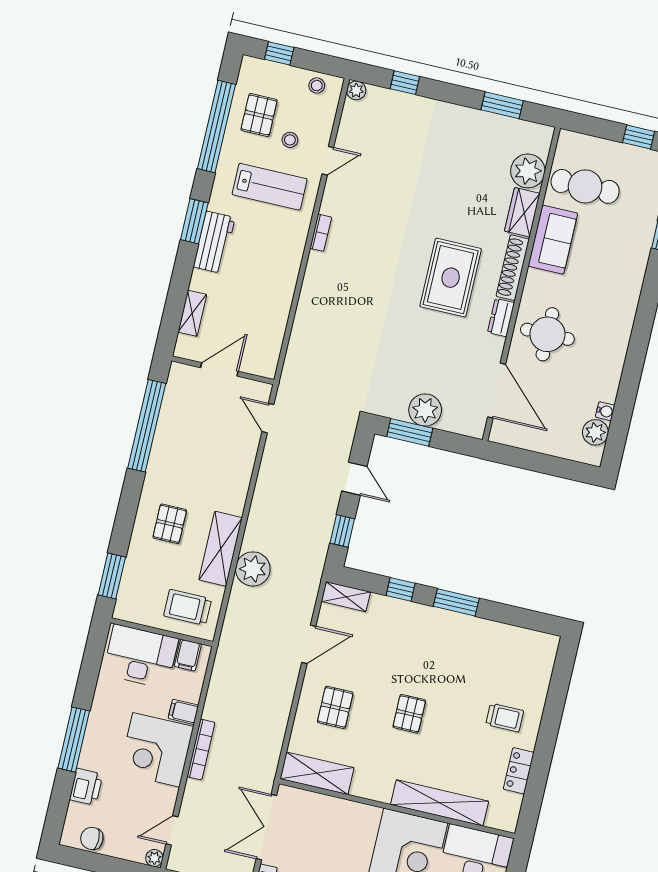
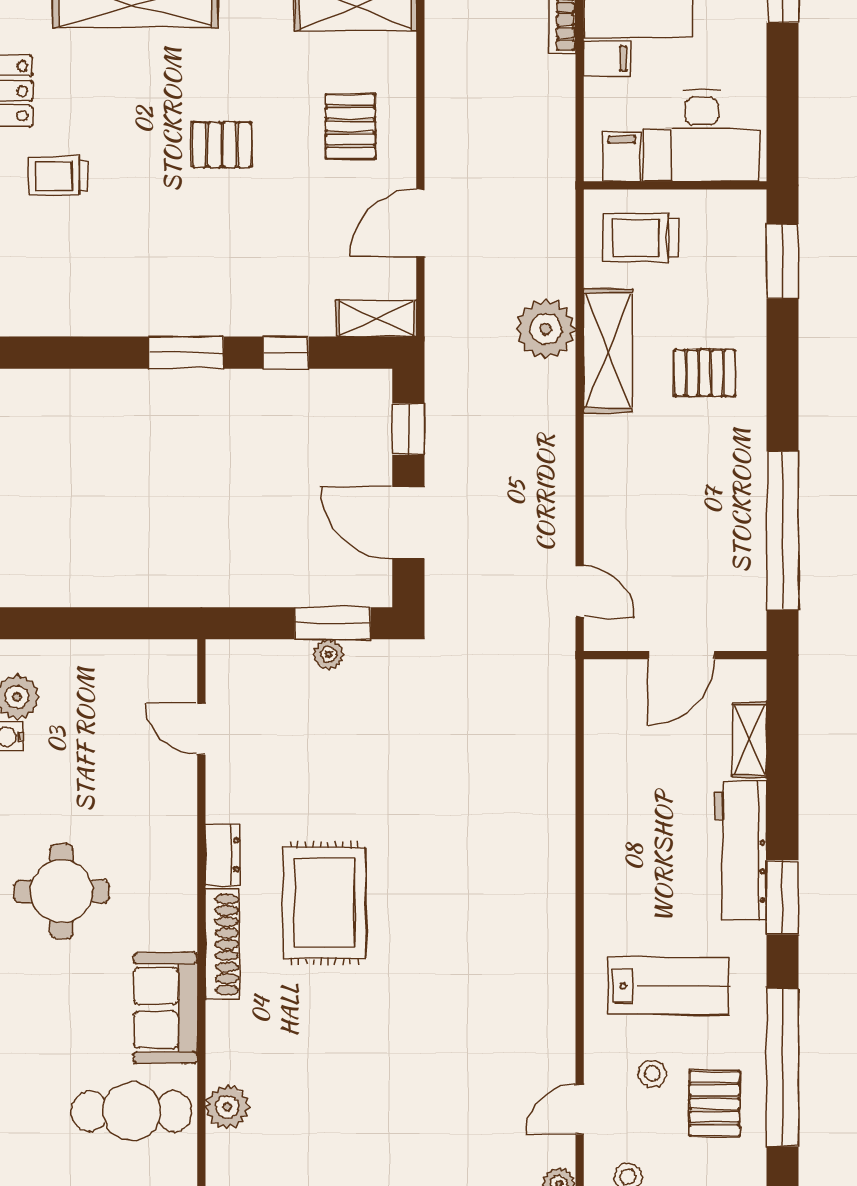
door: (328, 161) -> (580, 1110), moved
plant: (528, 171) -> (227, 1107), width x0.73, depth x0.73
lab bench: (270, 187) -> (668, 986), turned 180
wardrobe: (522, 212) -> (228, 1042), removed
bookcase: (321, 233) -> (563, 928), removed
workbench: (214, 242) -> (741, 851), width x1.38
round table: (547, 334) -> (62, 891), moved
door: (497, 391) -> (201, 729), width x0.53
plant: (425, 410) -> (328, 654), width x0.53, depth x0.53
door: (354, 479) -> (408, 523), width x1.38
pallet: (170, 524) -> (705, 373), turned 90
trolley: (188, 607) -> (641, 238), turned 180
pallet: (409, 714) -> (222, 145), turned 90

